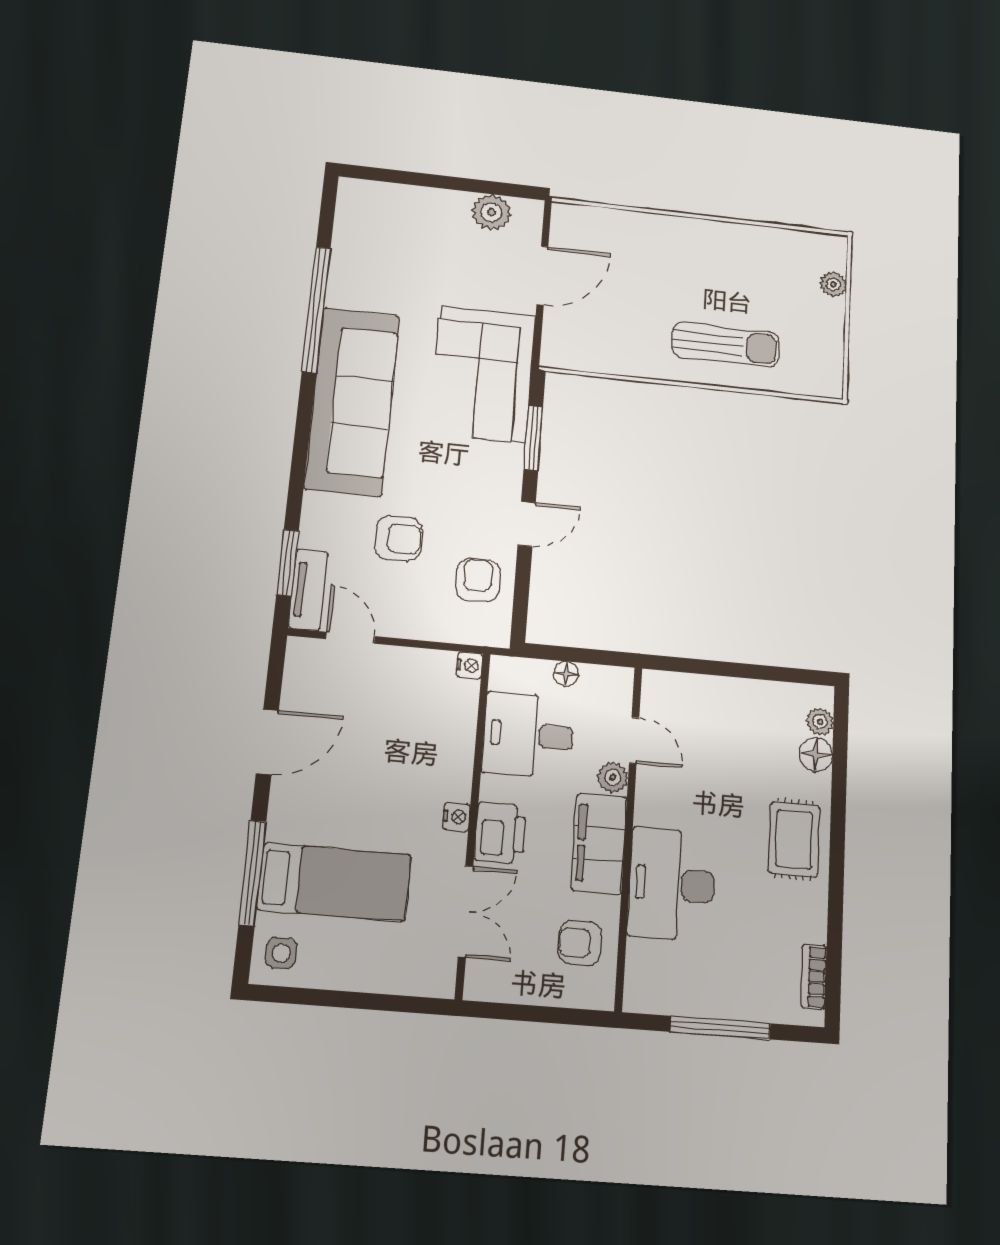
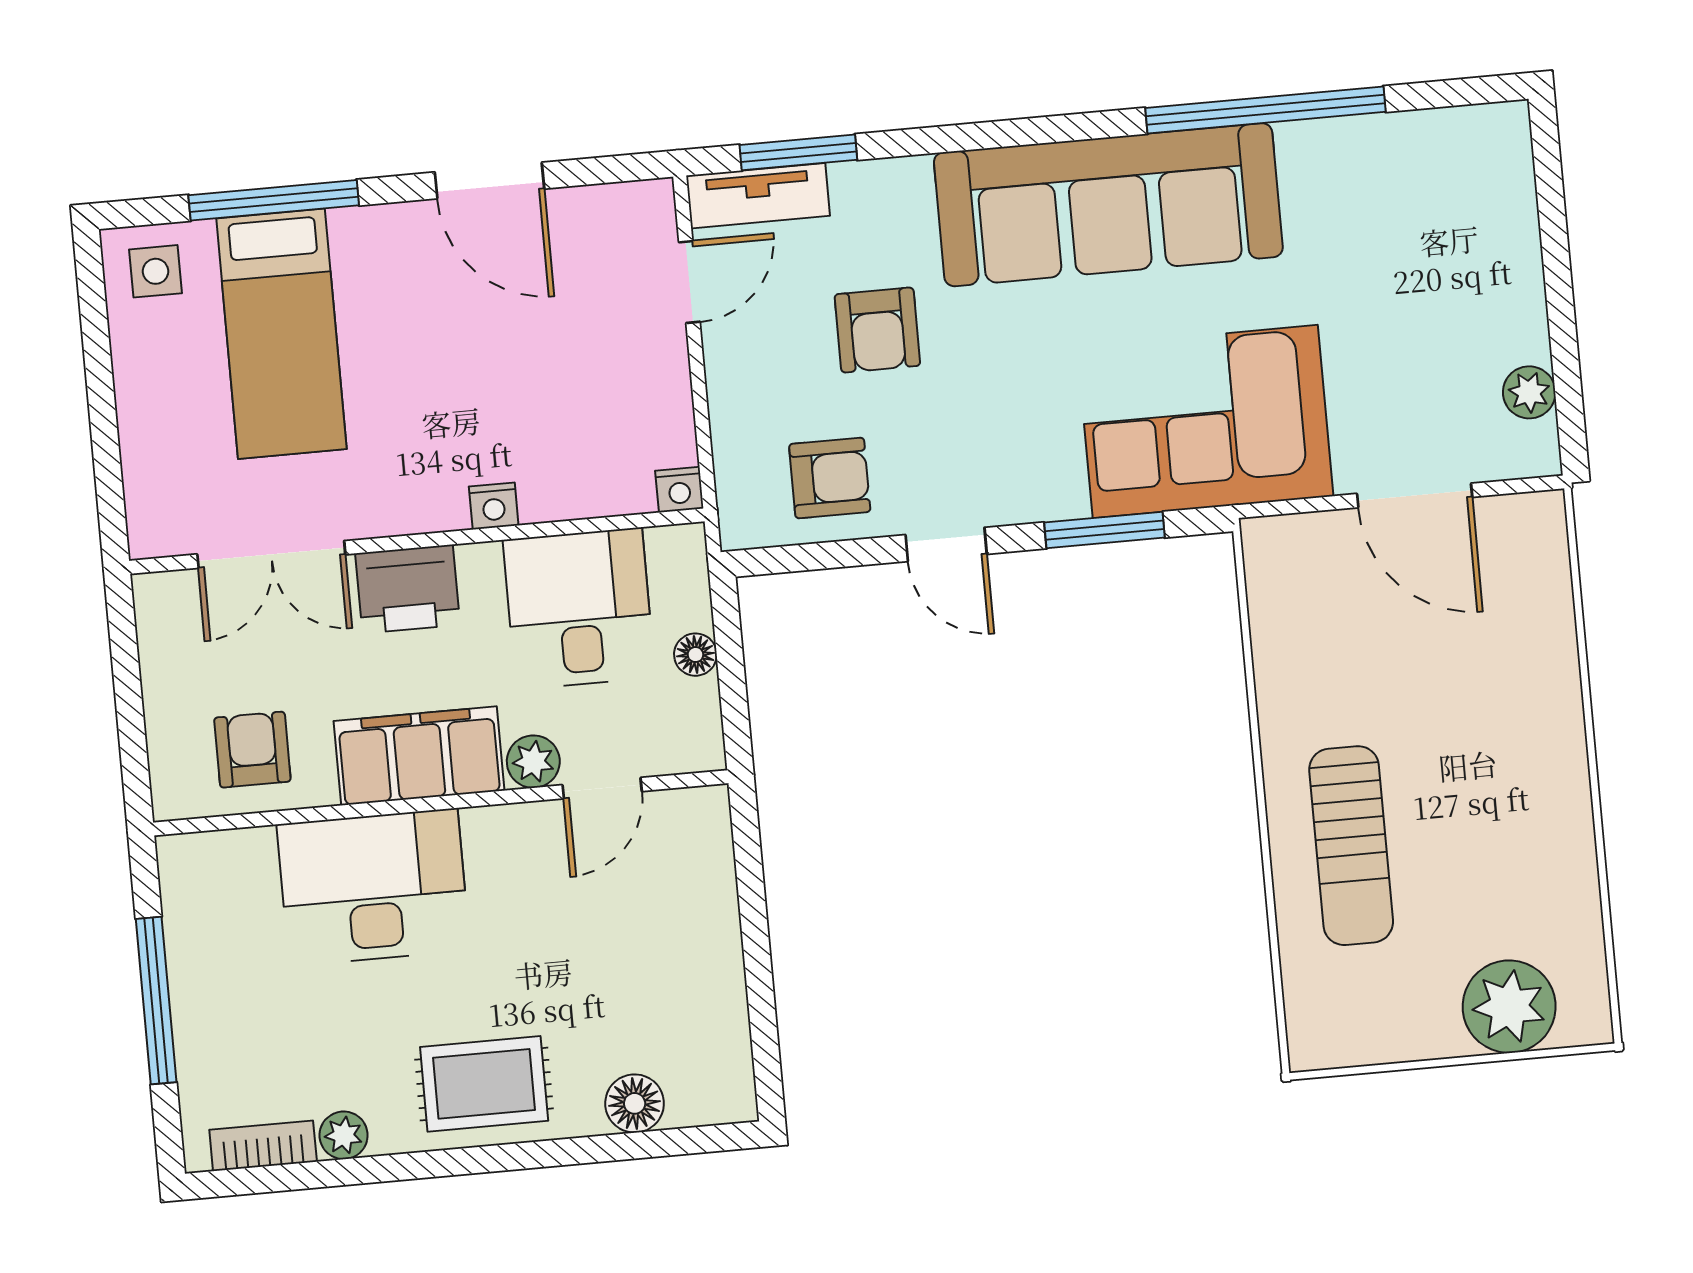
plant: (491, 212) -> (1529, 392), width x0.73, depth x0.73
plant: (833, 284) -> (1509, 1007), width x1.88, depth x1.88
plant: (820, 722) -> (344, 1135), moved
nightstand: (456, 817) -> (494, 506), moved

